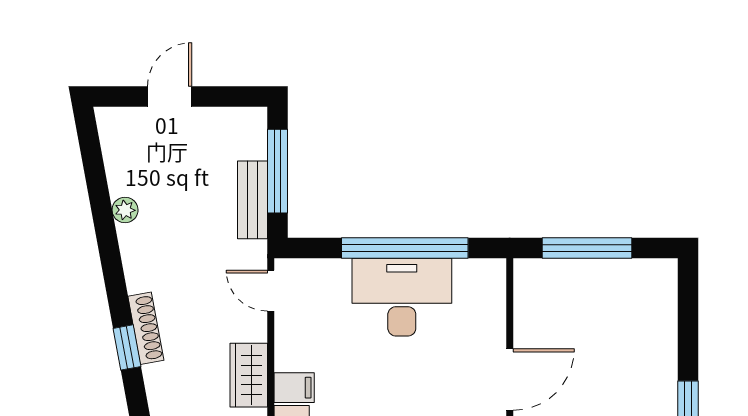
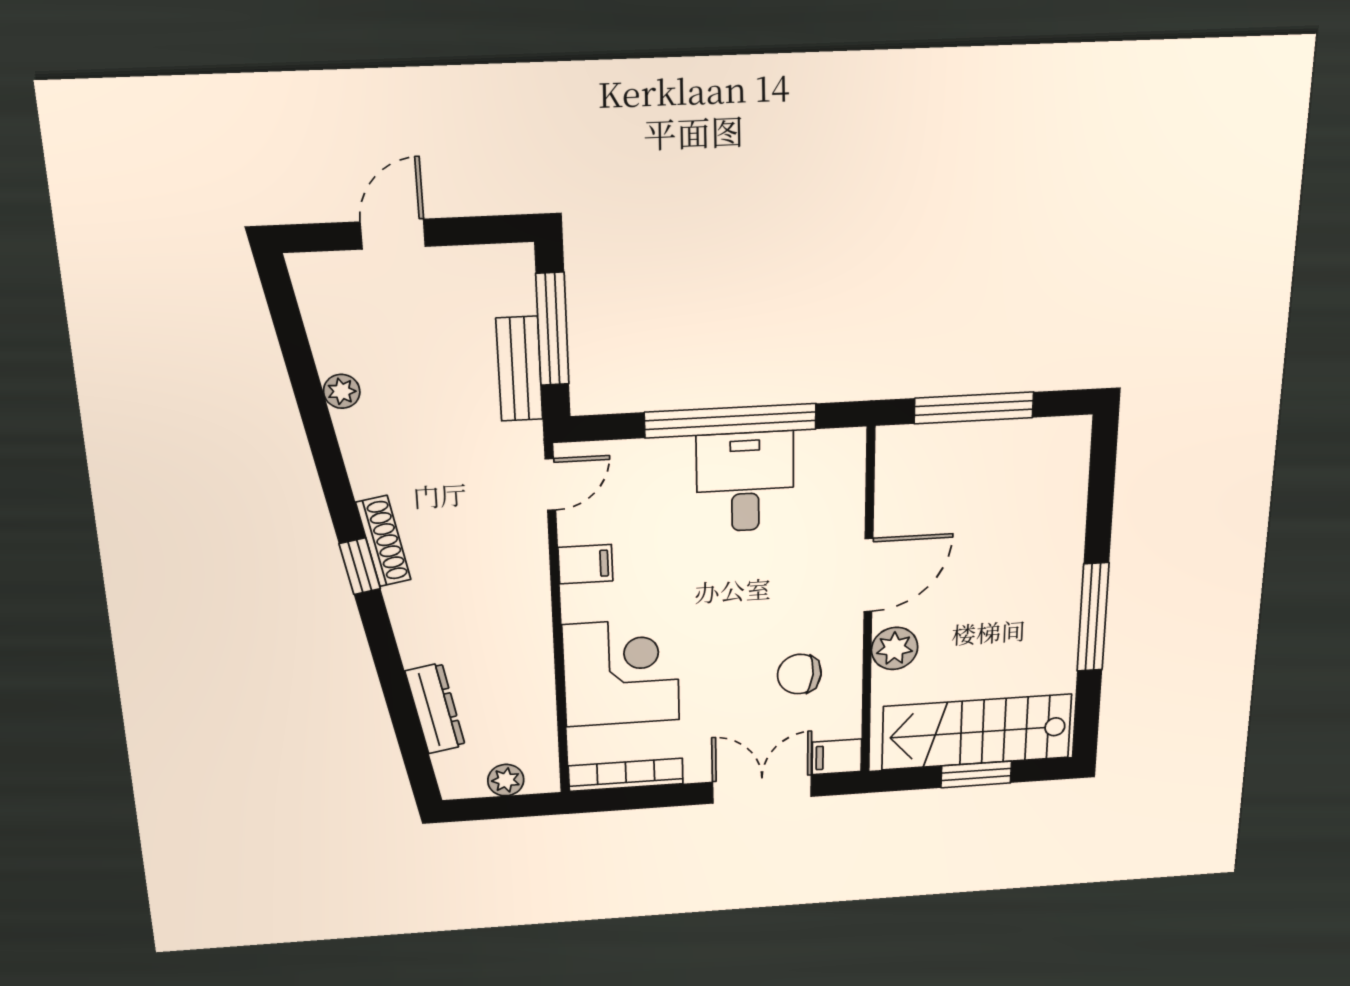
door: (271, 291) -> (550, 485), swing flipped
desk: (402, 297) -> (745, 482), width x0.73
wardrobe: (249, 375) -> (526, 590), removed
filing cabinet: (294, 388) -> (585, 564), moved

